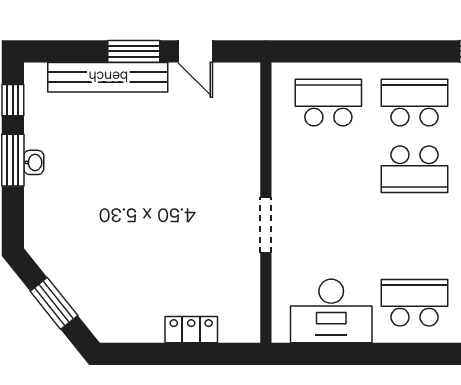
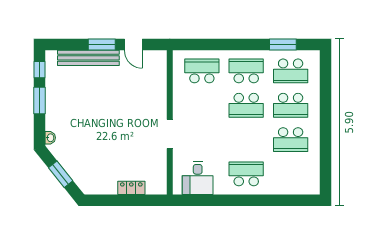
washbasin: (34, 162) -> (50, 138), moved
desk: (331, 311) -> (198, 178), width x0.73

